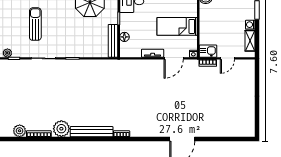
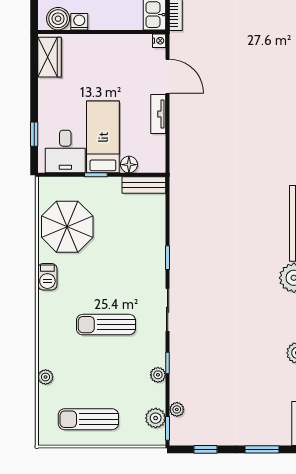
washing machine: (204, 9) -> (79, 22), added
bed: (177, 26) -> (103, 137), moved, turned 180
bench: (113, 41) -> (144, 185), width x0.73

